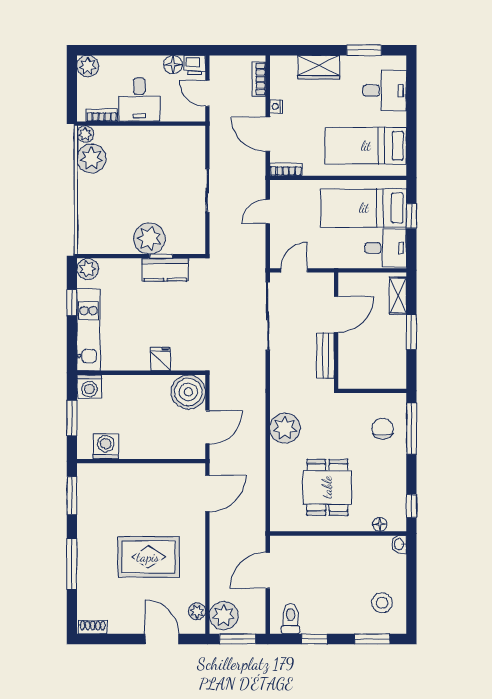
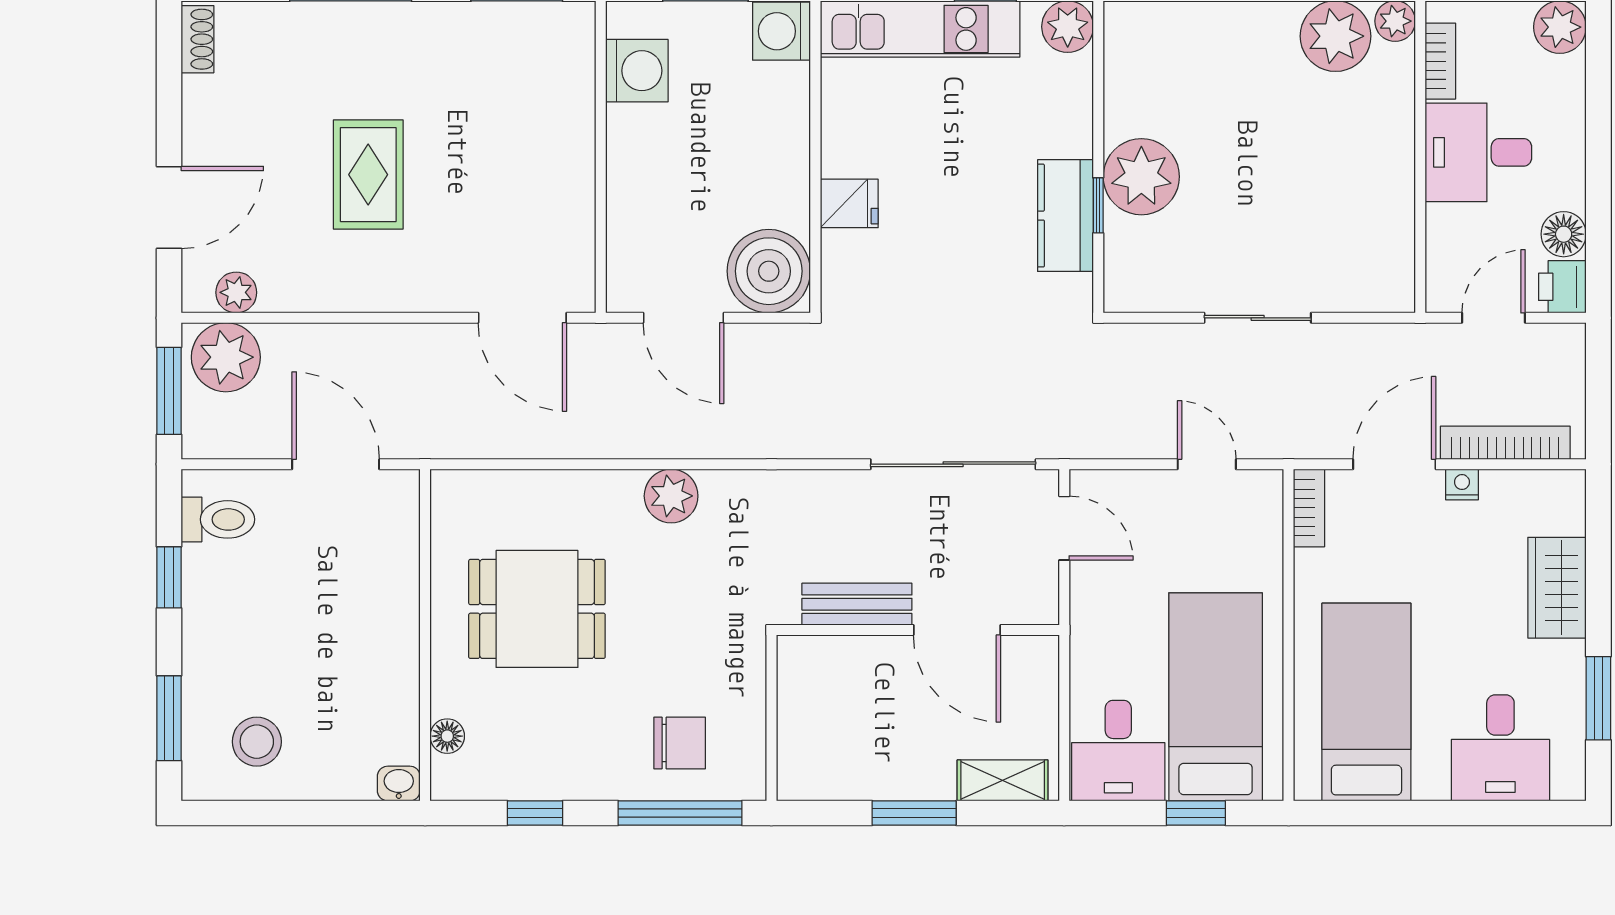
bookcase: (259, 79) -> (1505, 443), width x1.56
plant: (285, 428) -> (671, 496), width x0.73, depth x0.73
window: (411, 506) -> (535, 813), moved
rug: (148, 557) -> (368, 175), width x0.73, depth x0.70

